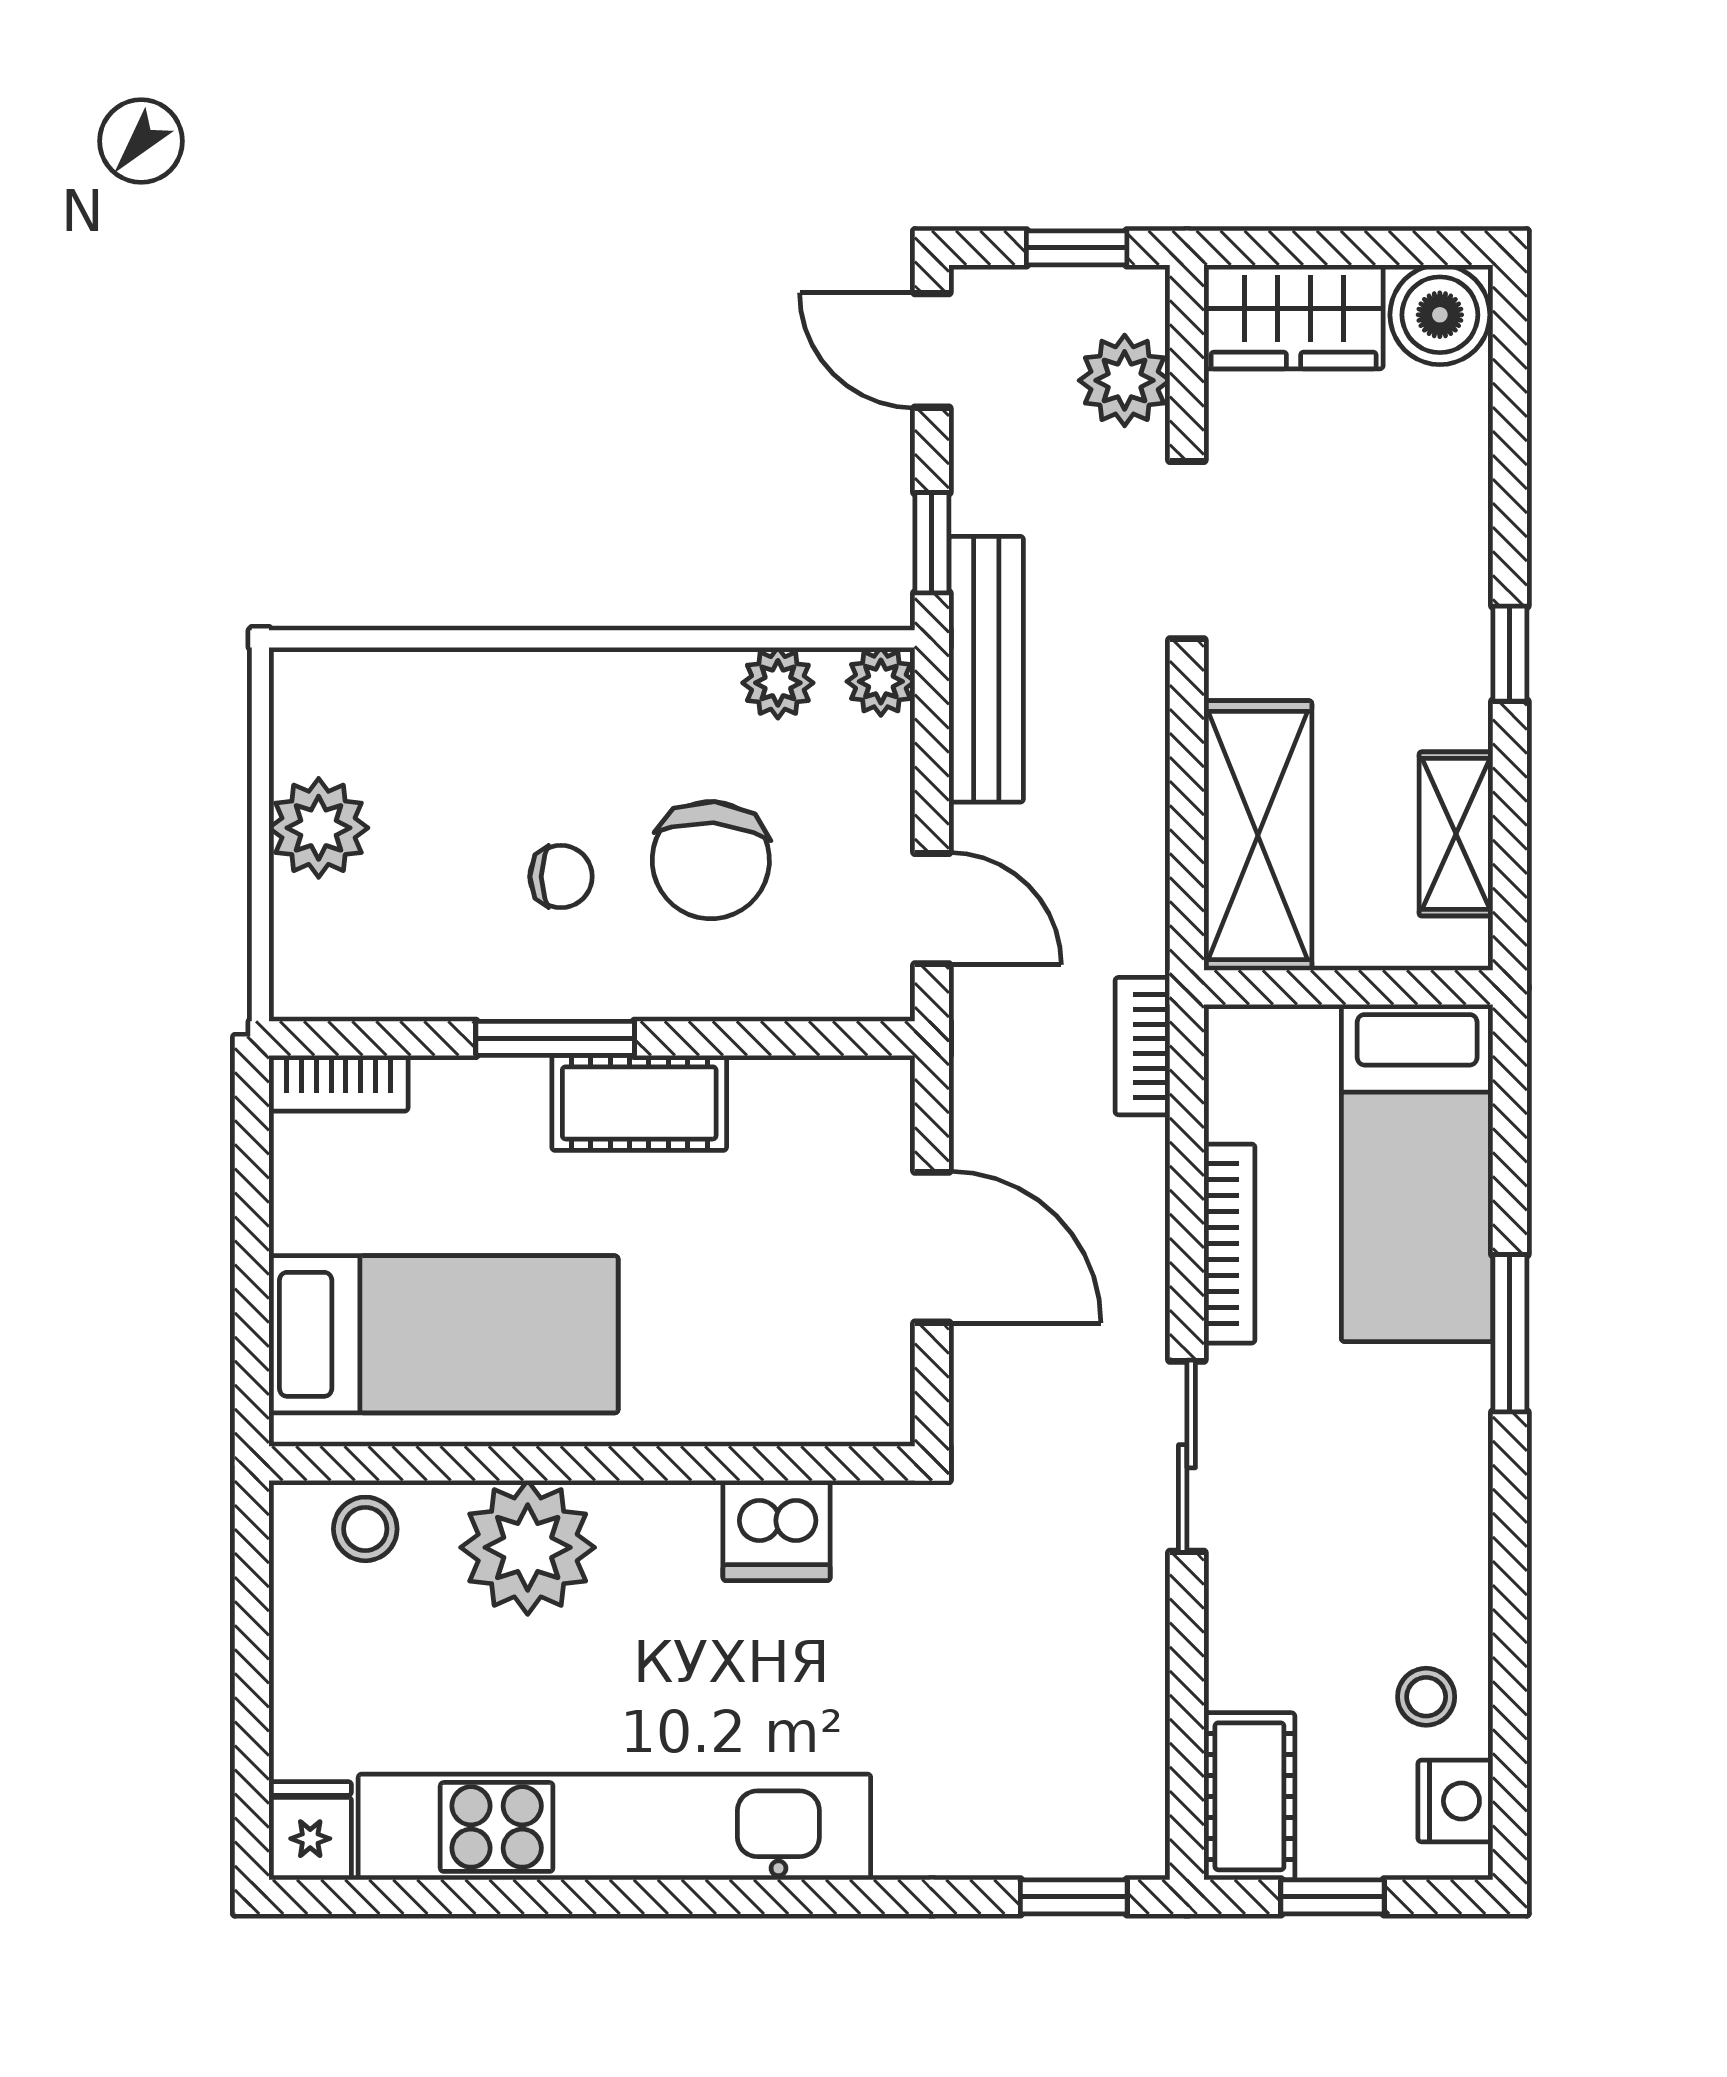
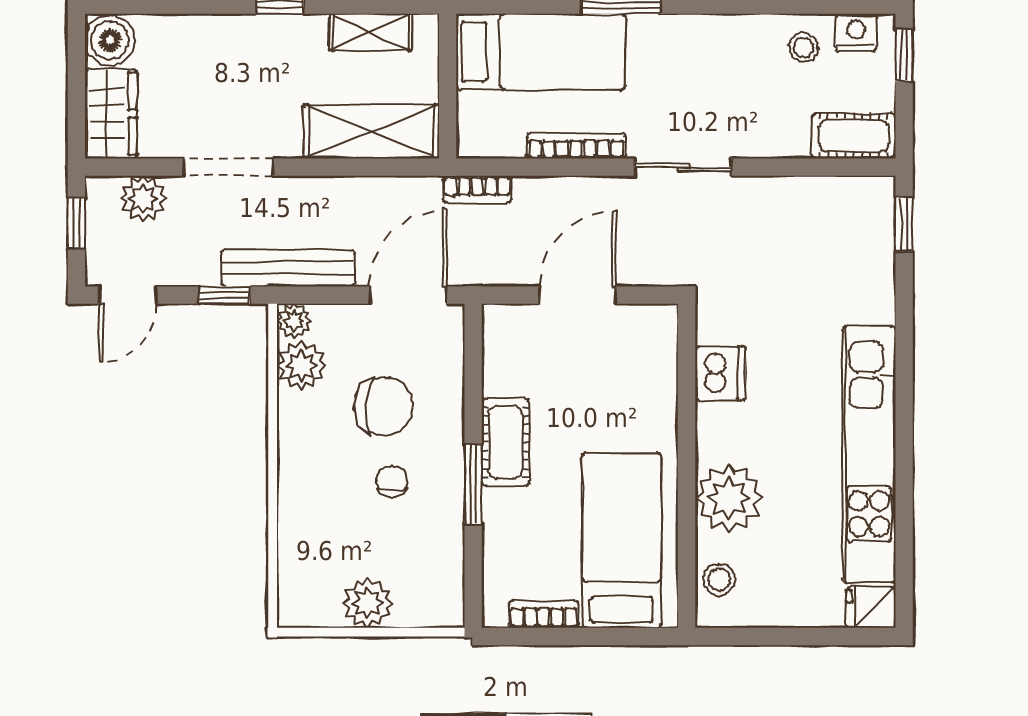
plant: (778, 683) -> (301, 366), width x1.38, depth x1.38
door: (932, 909) -> (408, 295), width x1.38
bookcase: (339, 1083) -> (544, 614), moved, turned -90
window: (1332, 1897) -> (904, 55), moved

